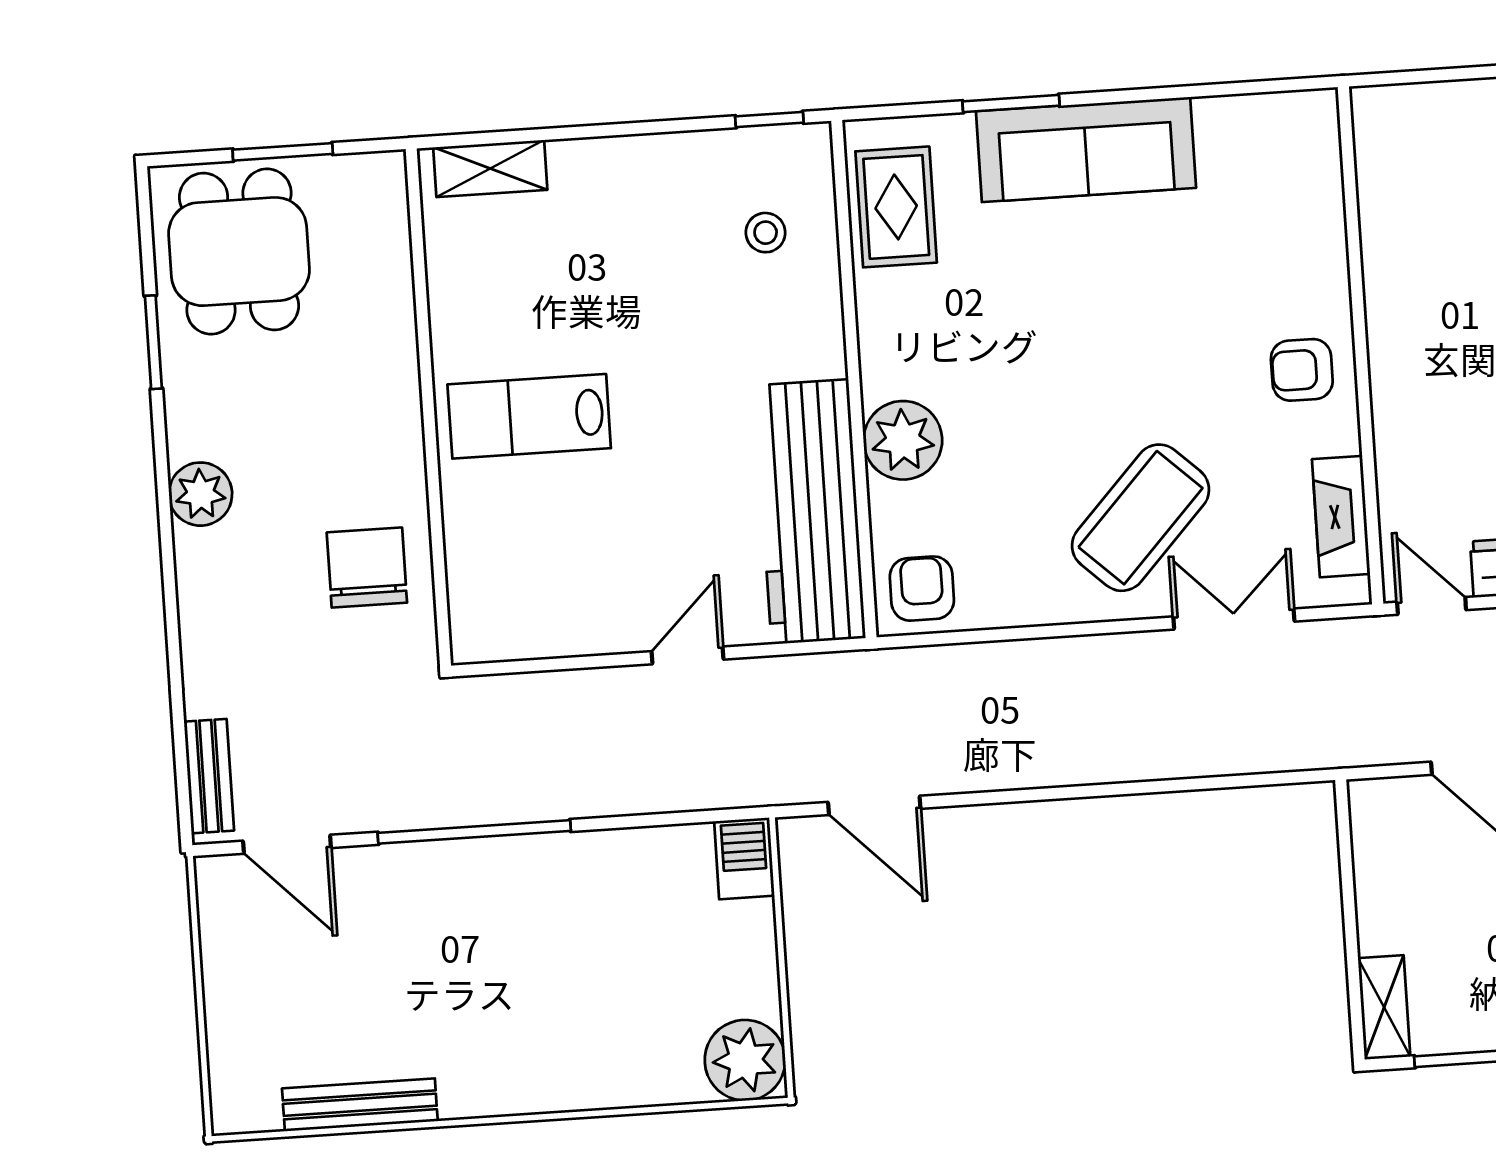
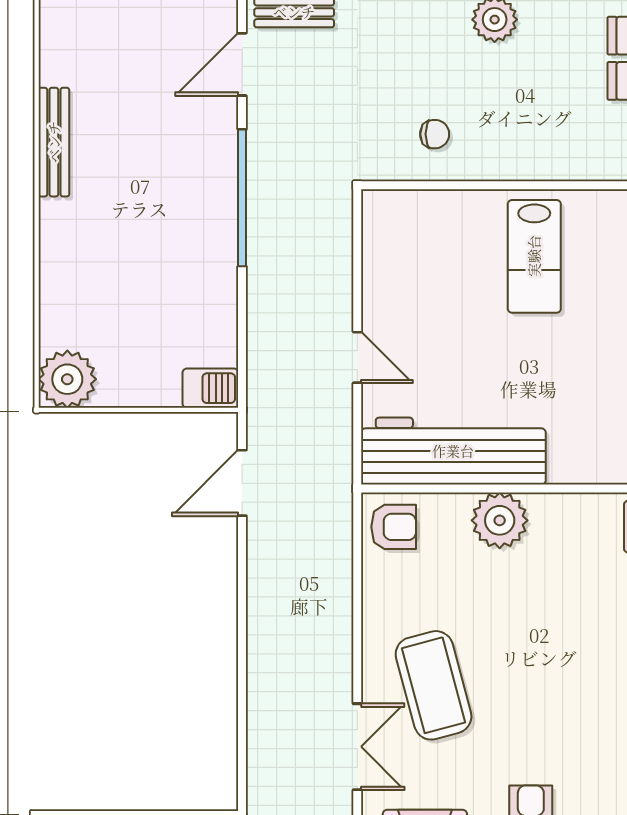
lab bench: (529, 416) -> (534, 256), turned 180
coffee table: (1141, 518) -> (434, 685), turned 32
chair: (367, 568) -> (435, 134), width x0.54, depth x0.54
bench: (360, 1105) -> (54, 142), moved

